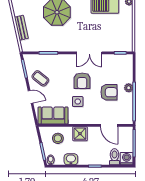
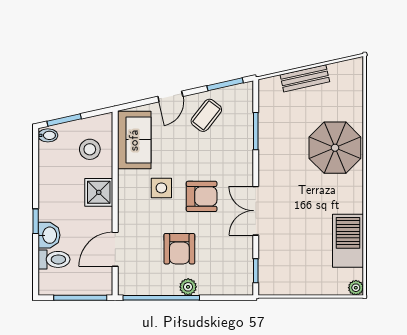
armchair: (82, 81) -> (202, 196), turned 180
washbasin: (71, 159) -> (49, 235), moved
washing machine: (127, 159) -> (50, 283), removed

